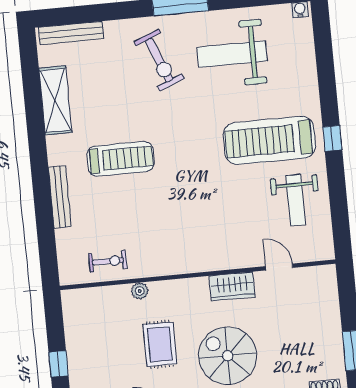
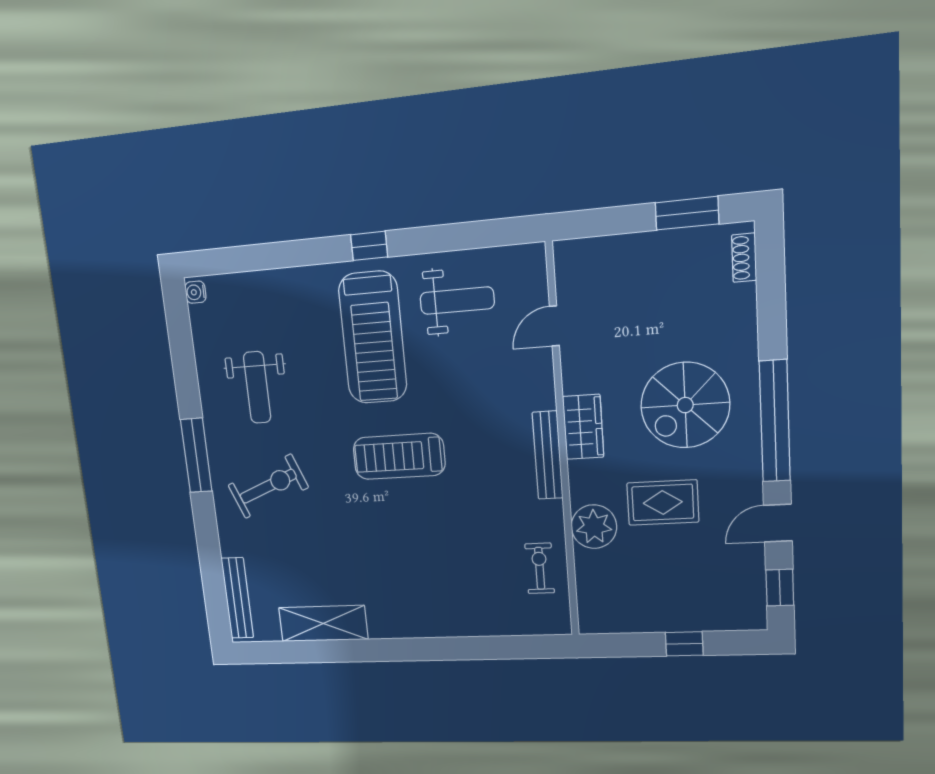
weight bench: (232, 54) -> (257, 387), width x0.73, depth x0.75
treadmill: (121, 159) -> (399, 456), moved, turned -90
bench: (60, 197) -> (548, 455), moved, turned 90
wardrobe: (232, 286) -> (583, 427), moved
plant: (140, 291) -> (594, 527), width x1.88, depth x1.88

